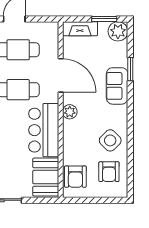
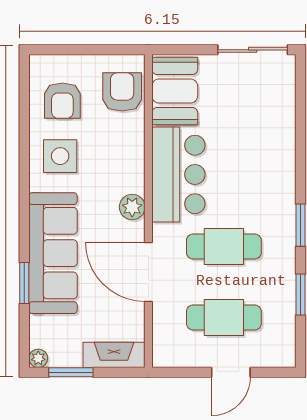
plant: (118, 31) -> (38, 358), width x0.53, depth x0.53
sofa: (117, 86) -> (53, 253), width x1.85, depth x1.27
side table: (110, 140) -> (60, 156), turned 45
armchair: (109, 172) -> (62, 101), turned 180

